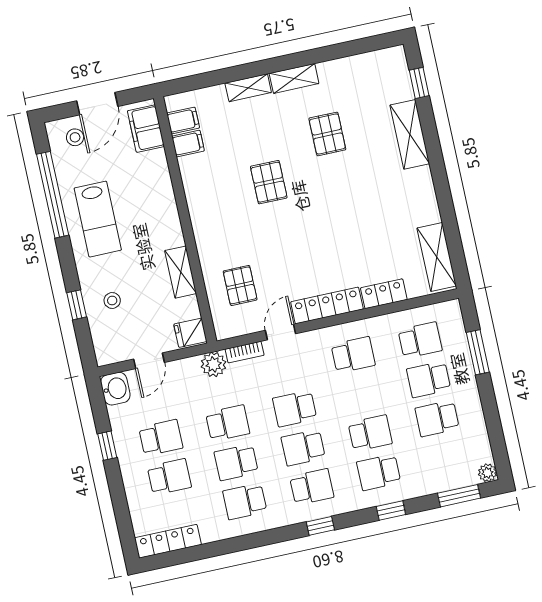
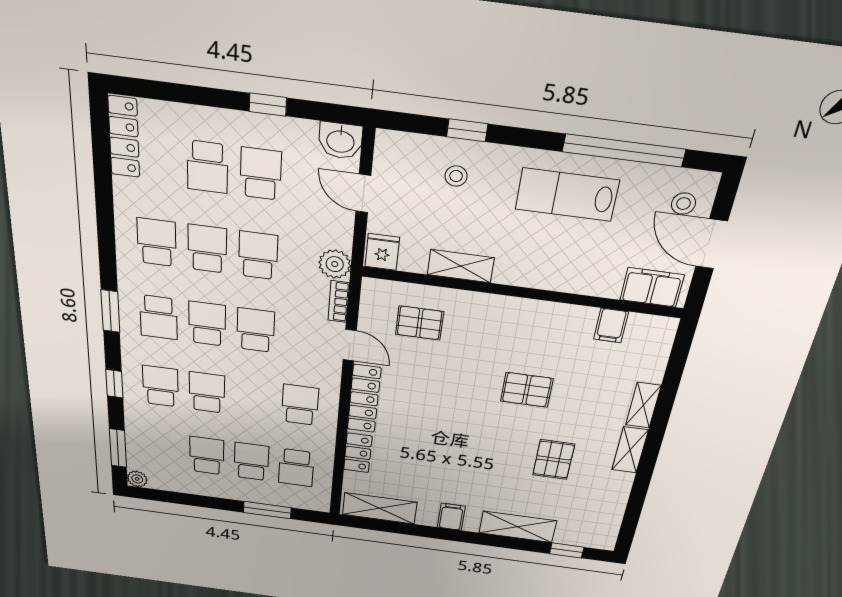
filing cabinet: (183, 121) -> (451, 517), moved, turned 180
pallet: (327, 134) -> (554, 460), turned 90
school desk: (353, 355) -> (300, 405), turned 180
school desk: (228, 423) -> (258, 256), turned 180
school desk: (370, 433) -> (207, 392), turned 180
school desk: (161, 438) -> (261, 174), turned 180
window: (320, 526) -> (110, 311), width x1.50

